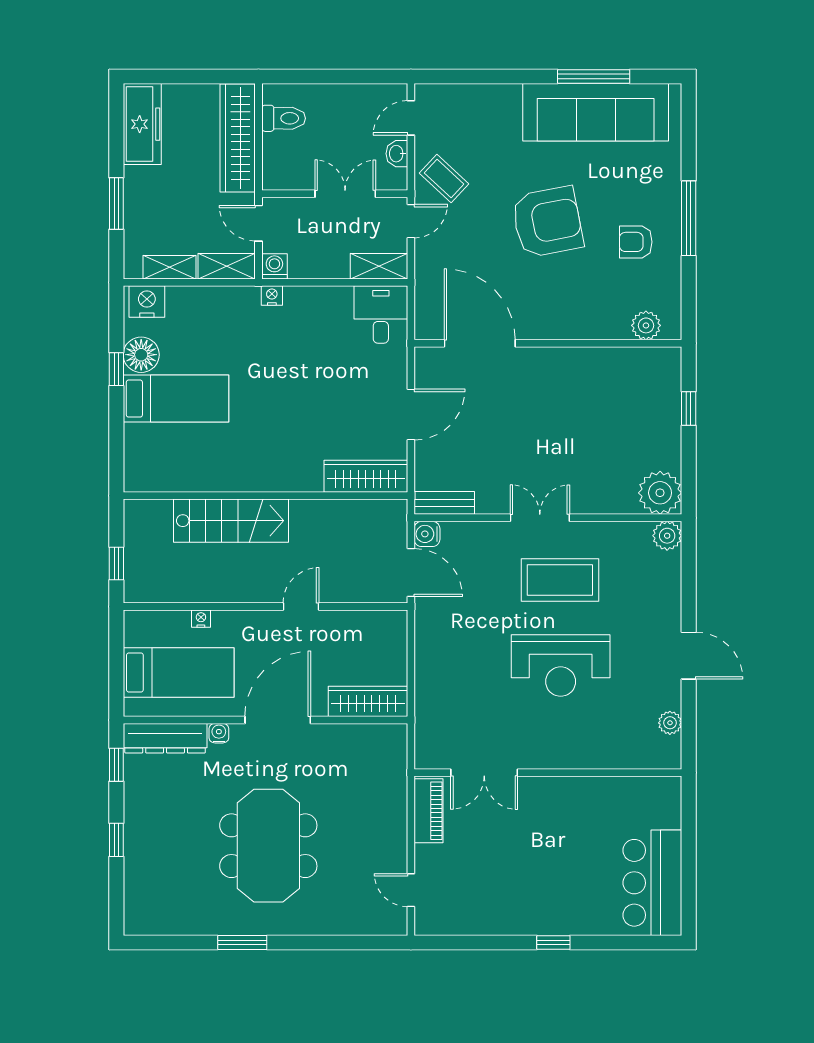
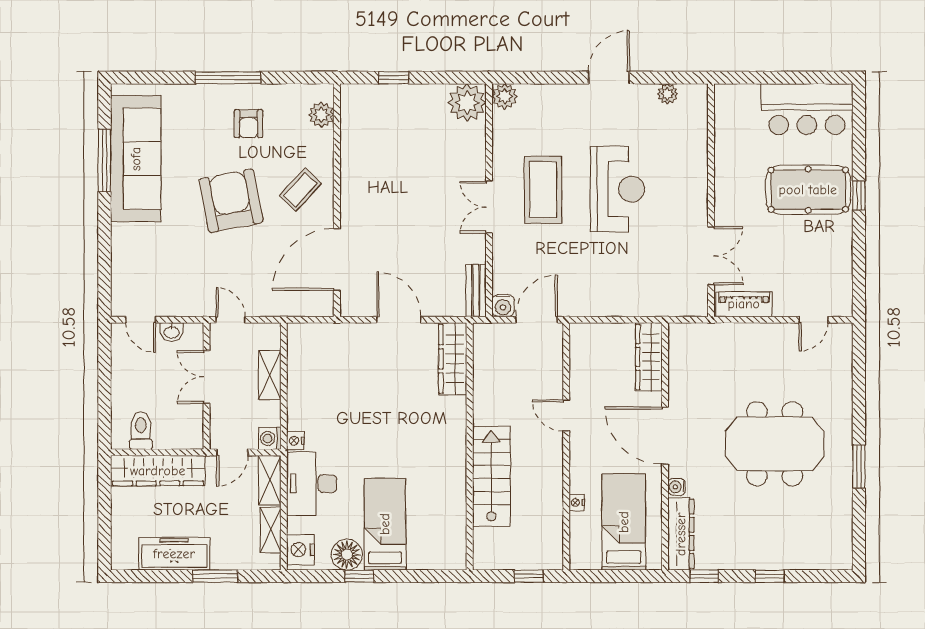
freezer: (142, 124) -> (174, 554), moved
coffee table: (444, 178) -> (300, 190), moved
shelving: (379, 266) -> (270, 375), moved
desk: (381, 314) -> (312, 484), moved, width x1.37
pool table: (560, 884) -> (808, 190), added

